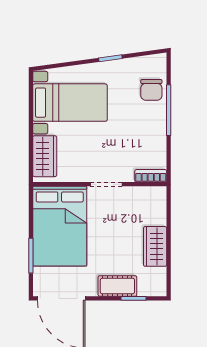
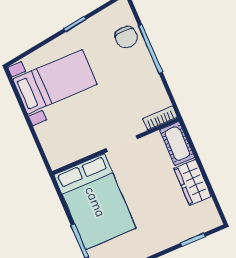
wardrobe: (45, 156) -> (53, 142), removed
cot: (117, 286) -> (177, 144), moved, turned 90

